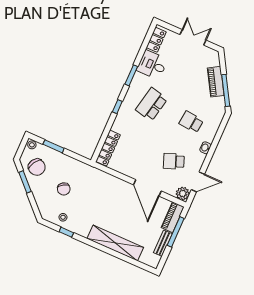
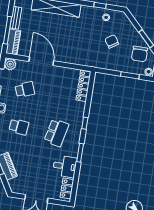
chair: (37, 167) -> (140, 54), turned -121

